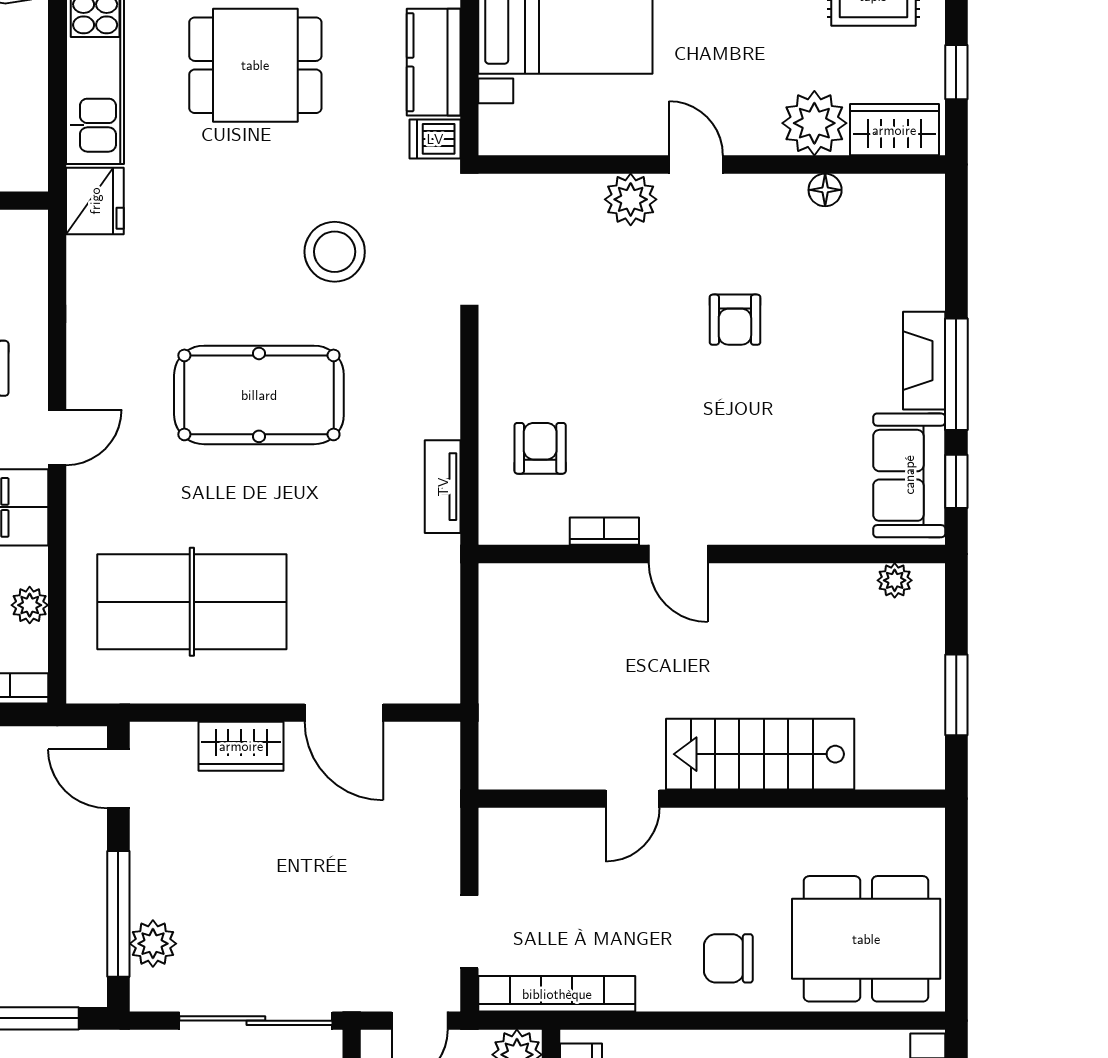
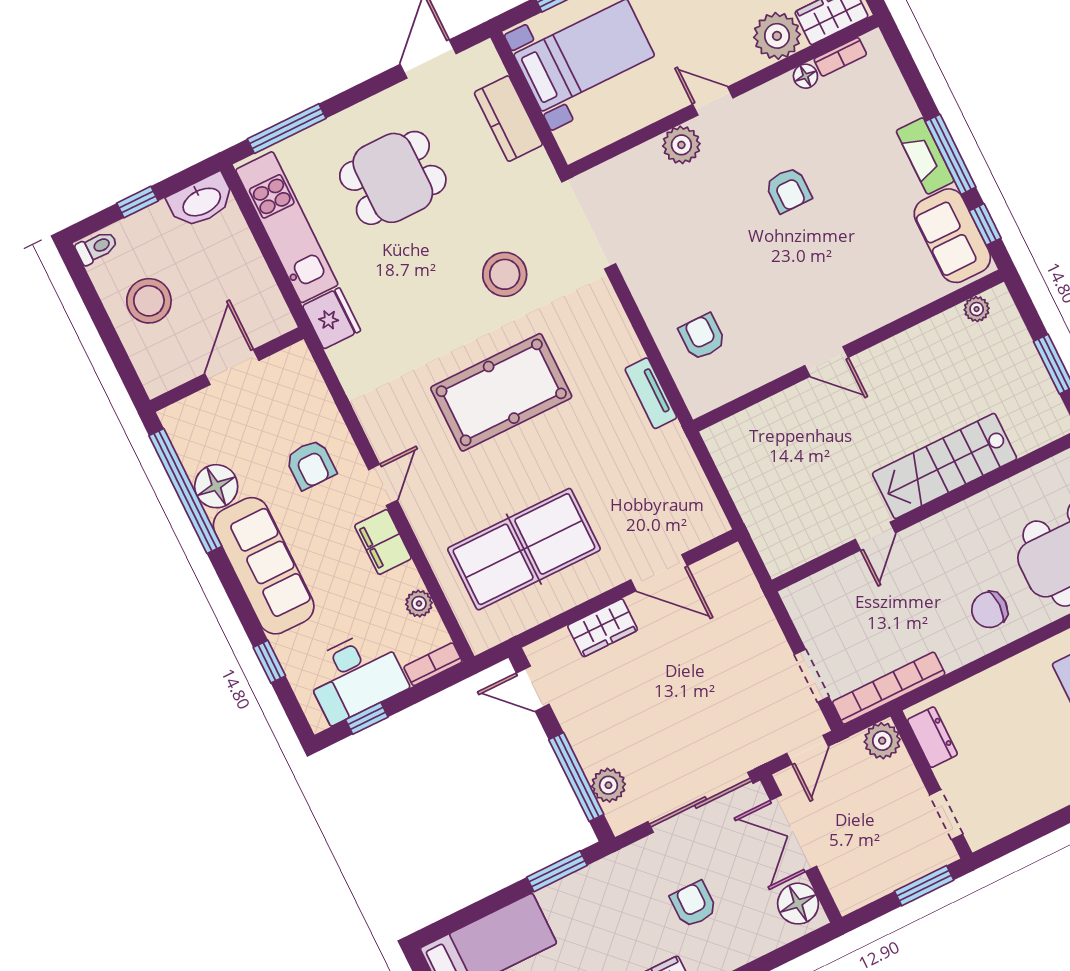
dishwasher: (435, 139) -> (534, 168), removed
bookcase: (604, 531) -> (840, 57), moved, turned 180

